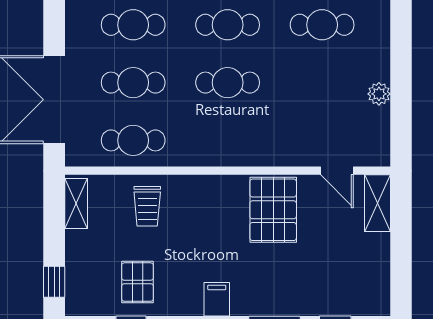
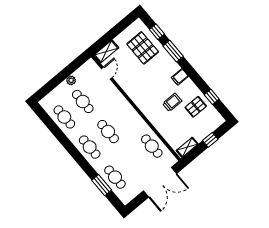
cafe table: (133, 83) -> (83, 101), moved
trolley: (147, 206) -> (172, 102), moved
pallet: (273, 210) -> (143, 48), moved, turned 90
window: (54, 282) -> (210, 140), moved

